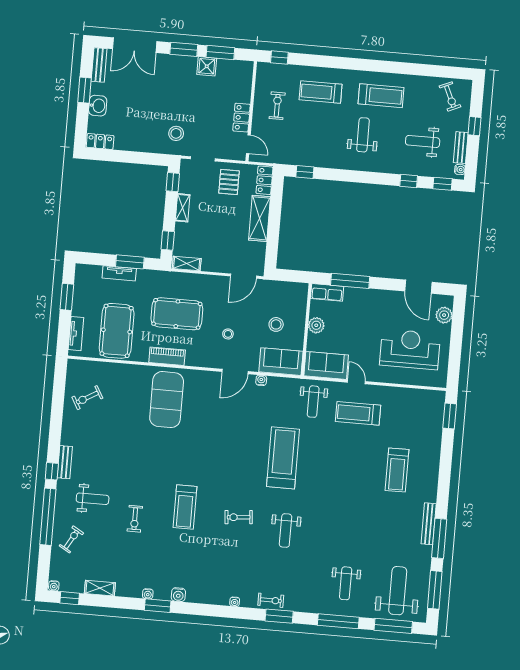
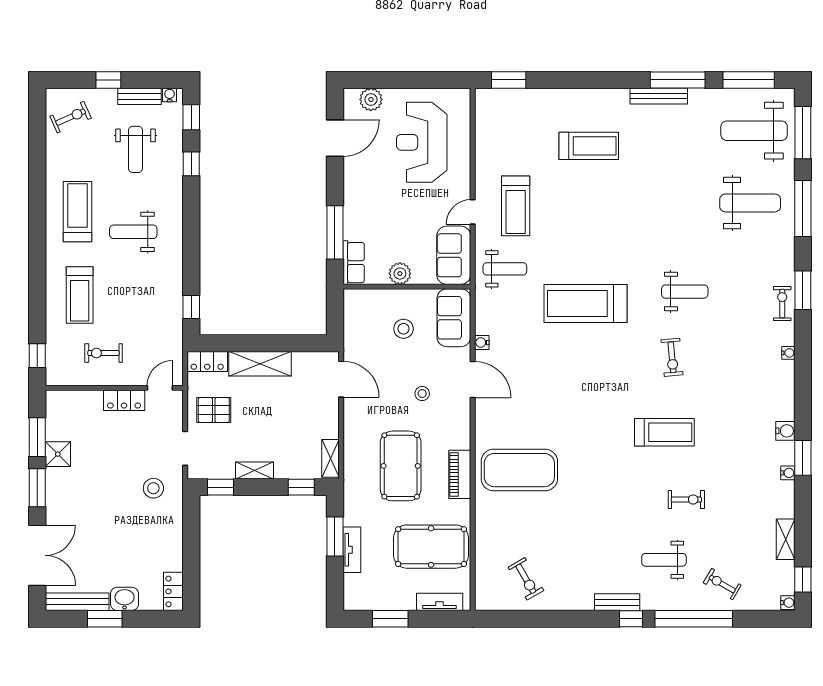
bench: (99, 65) -> (77, 602), width x1.36
weight bench: (93, 499) -> (664, 560), turned -90
weight bench: (346, 583) -> (750, 203), width x1.36, depth x1.33

